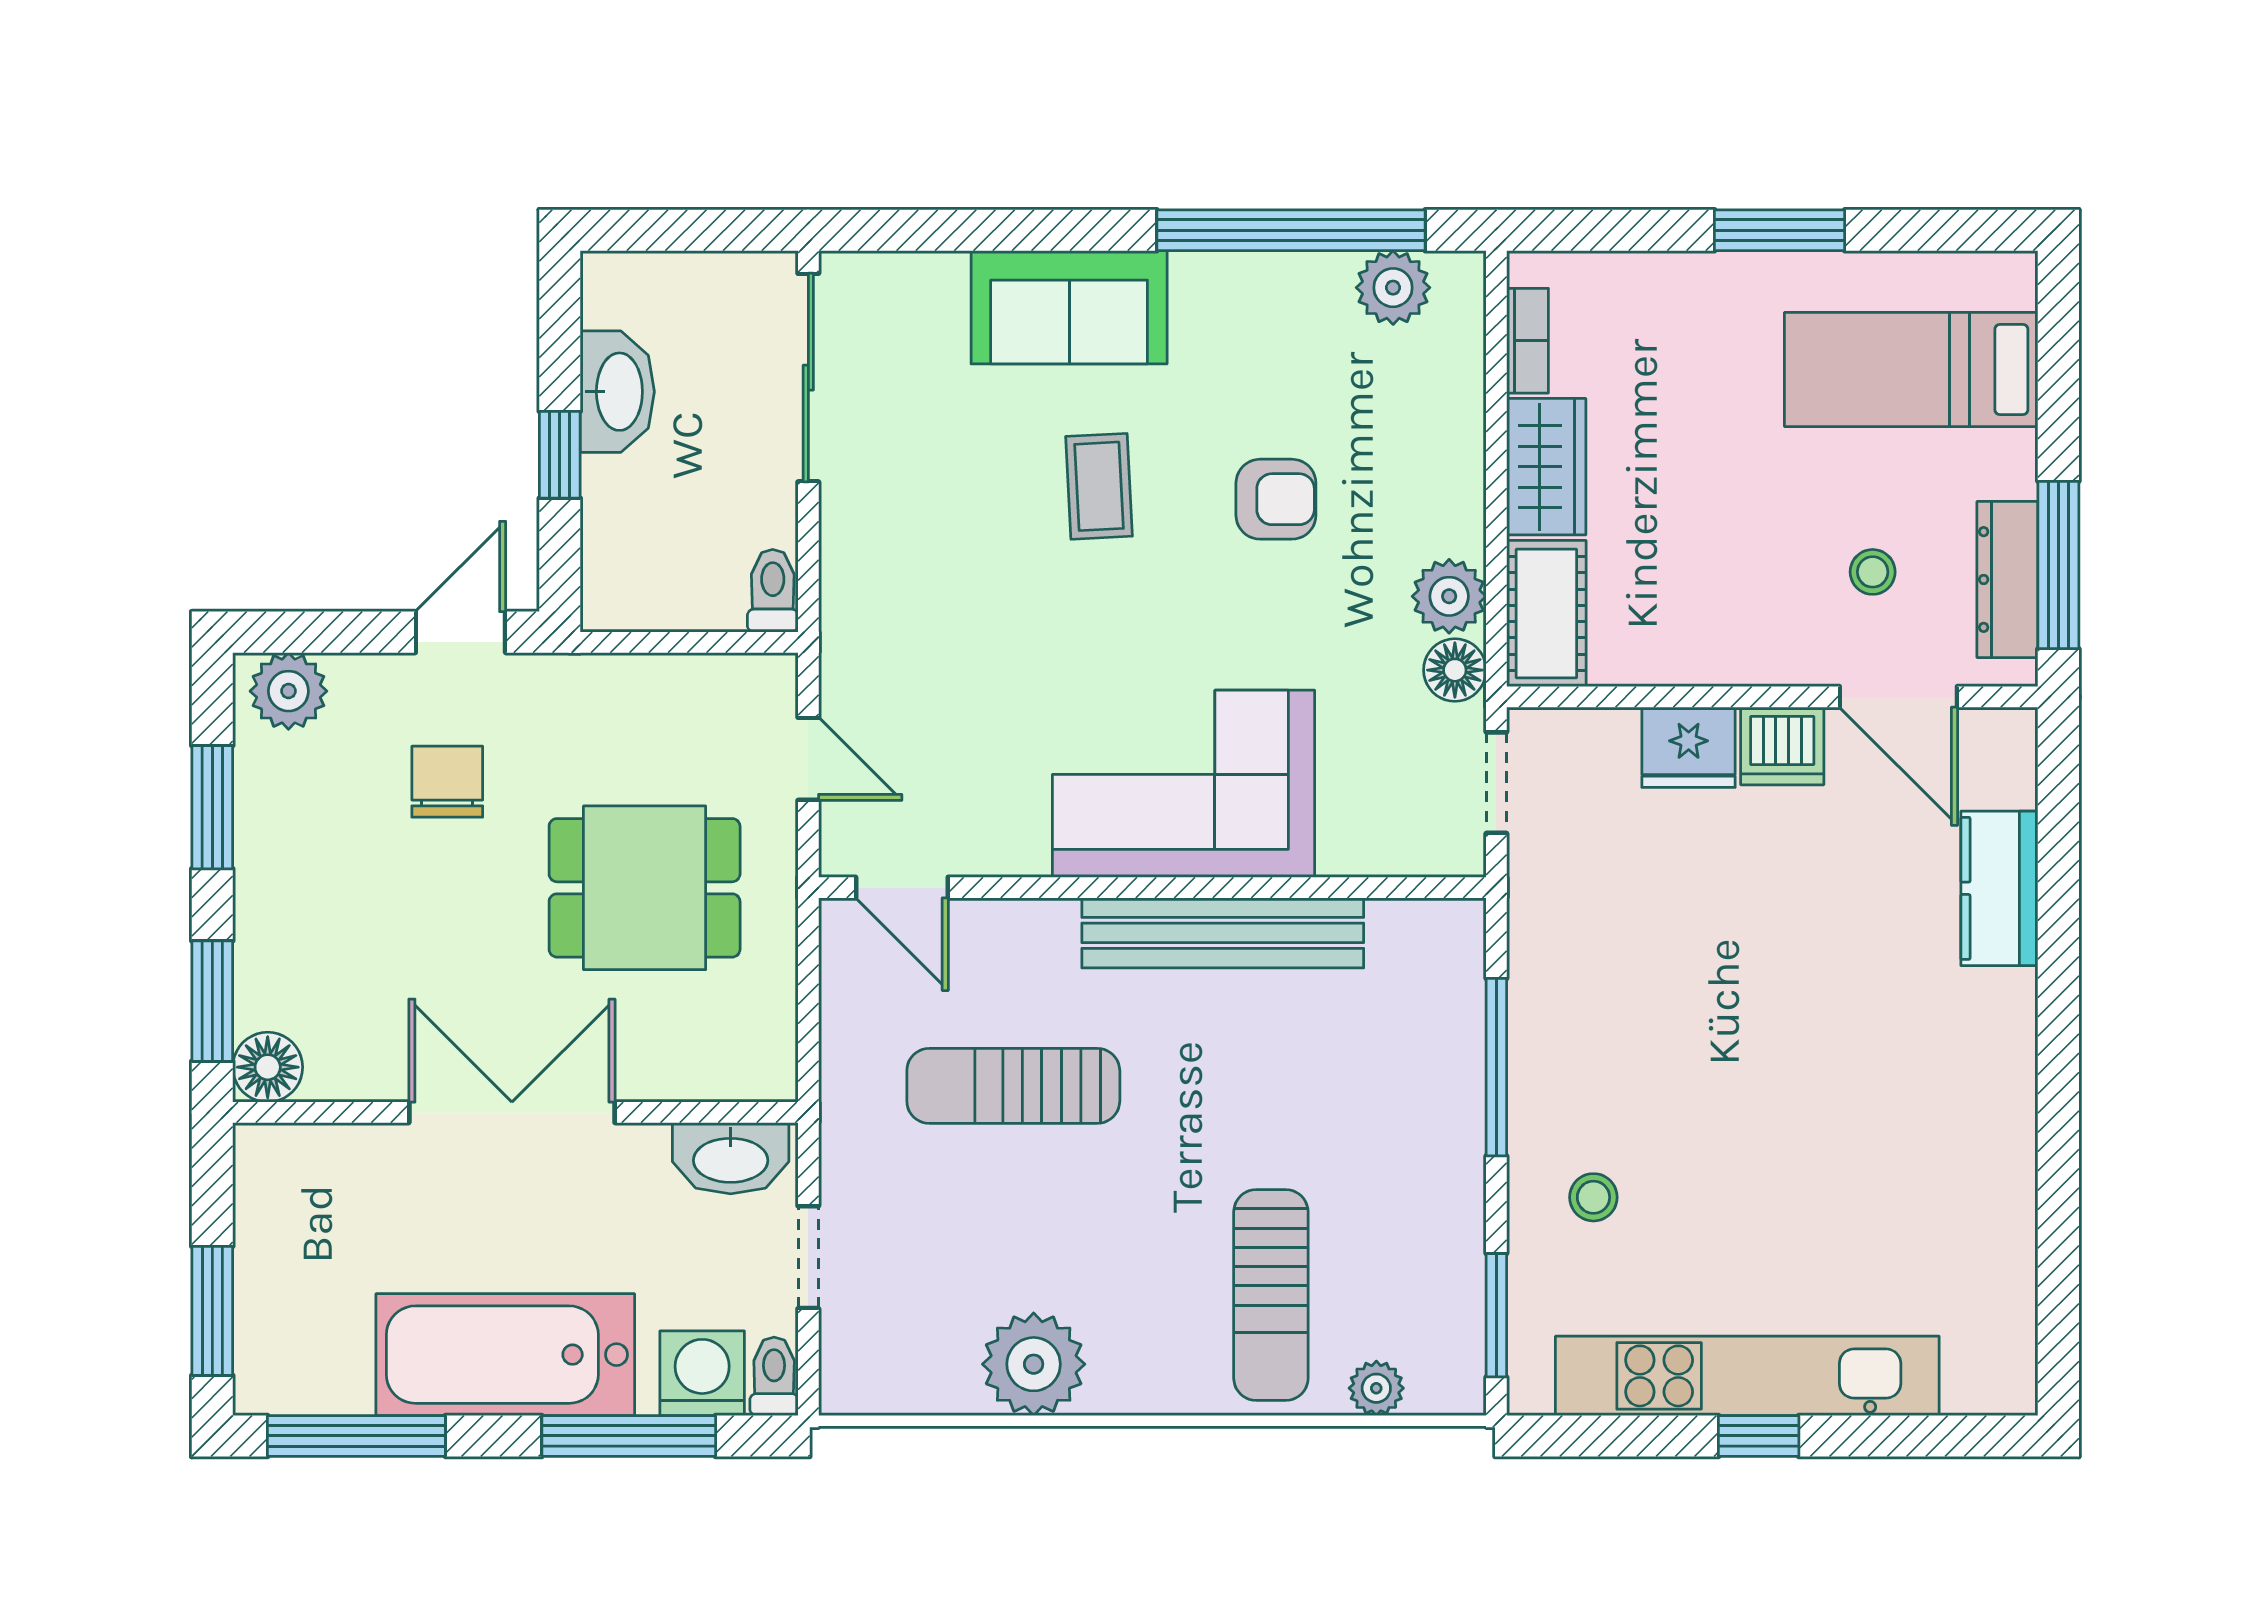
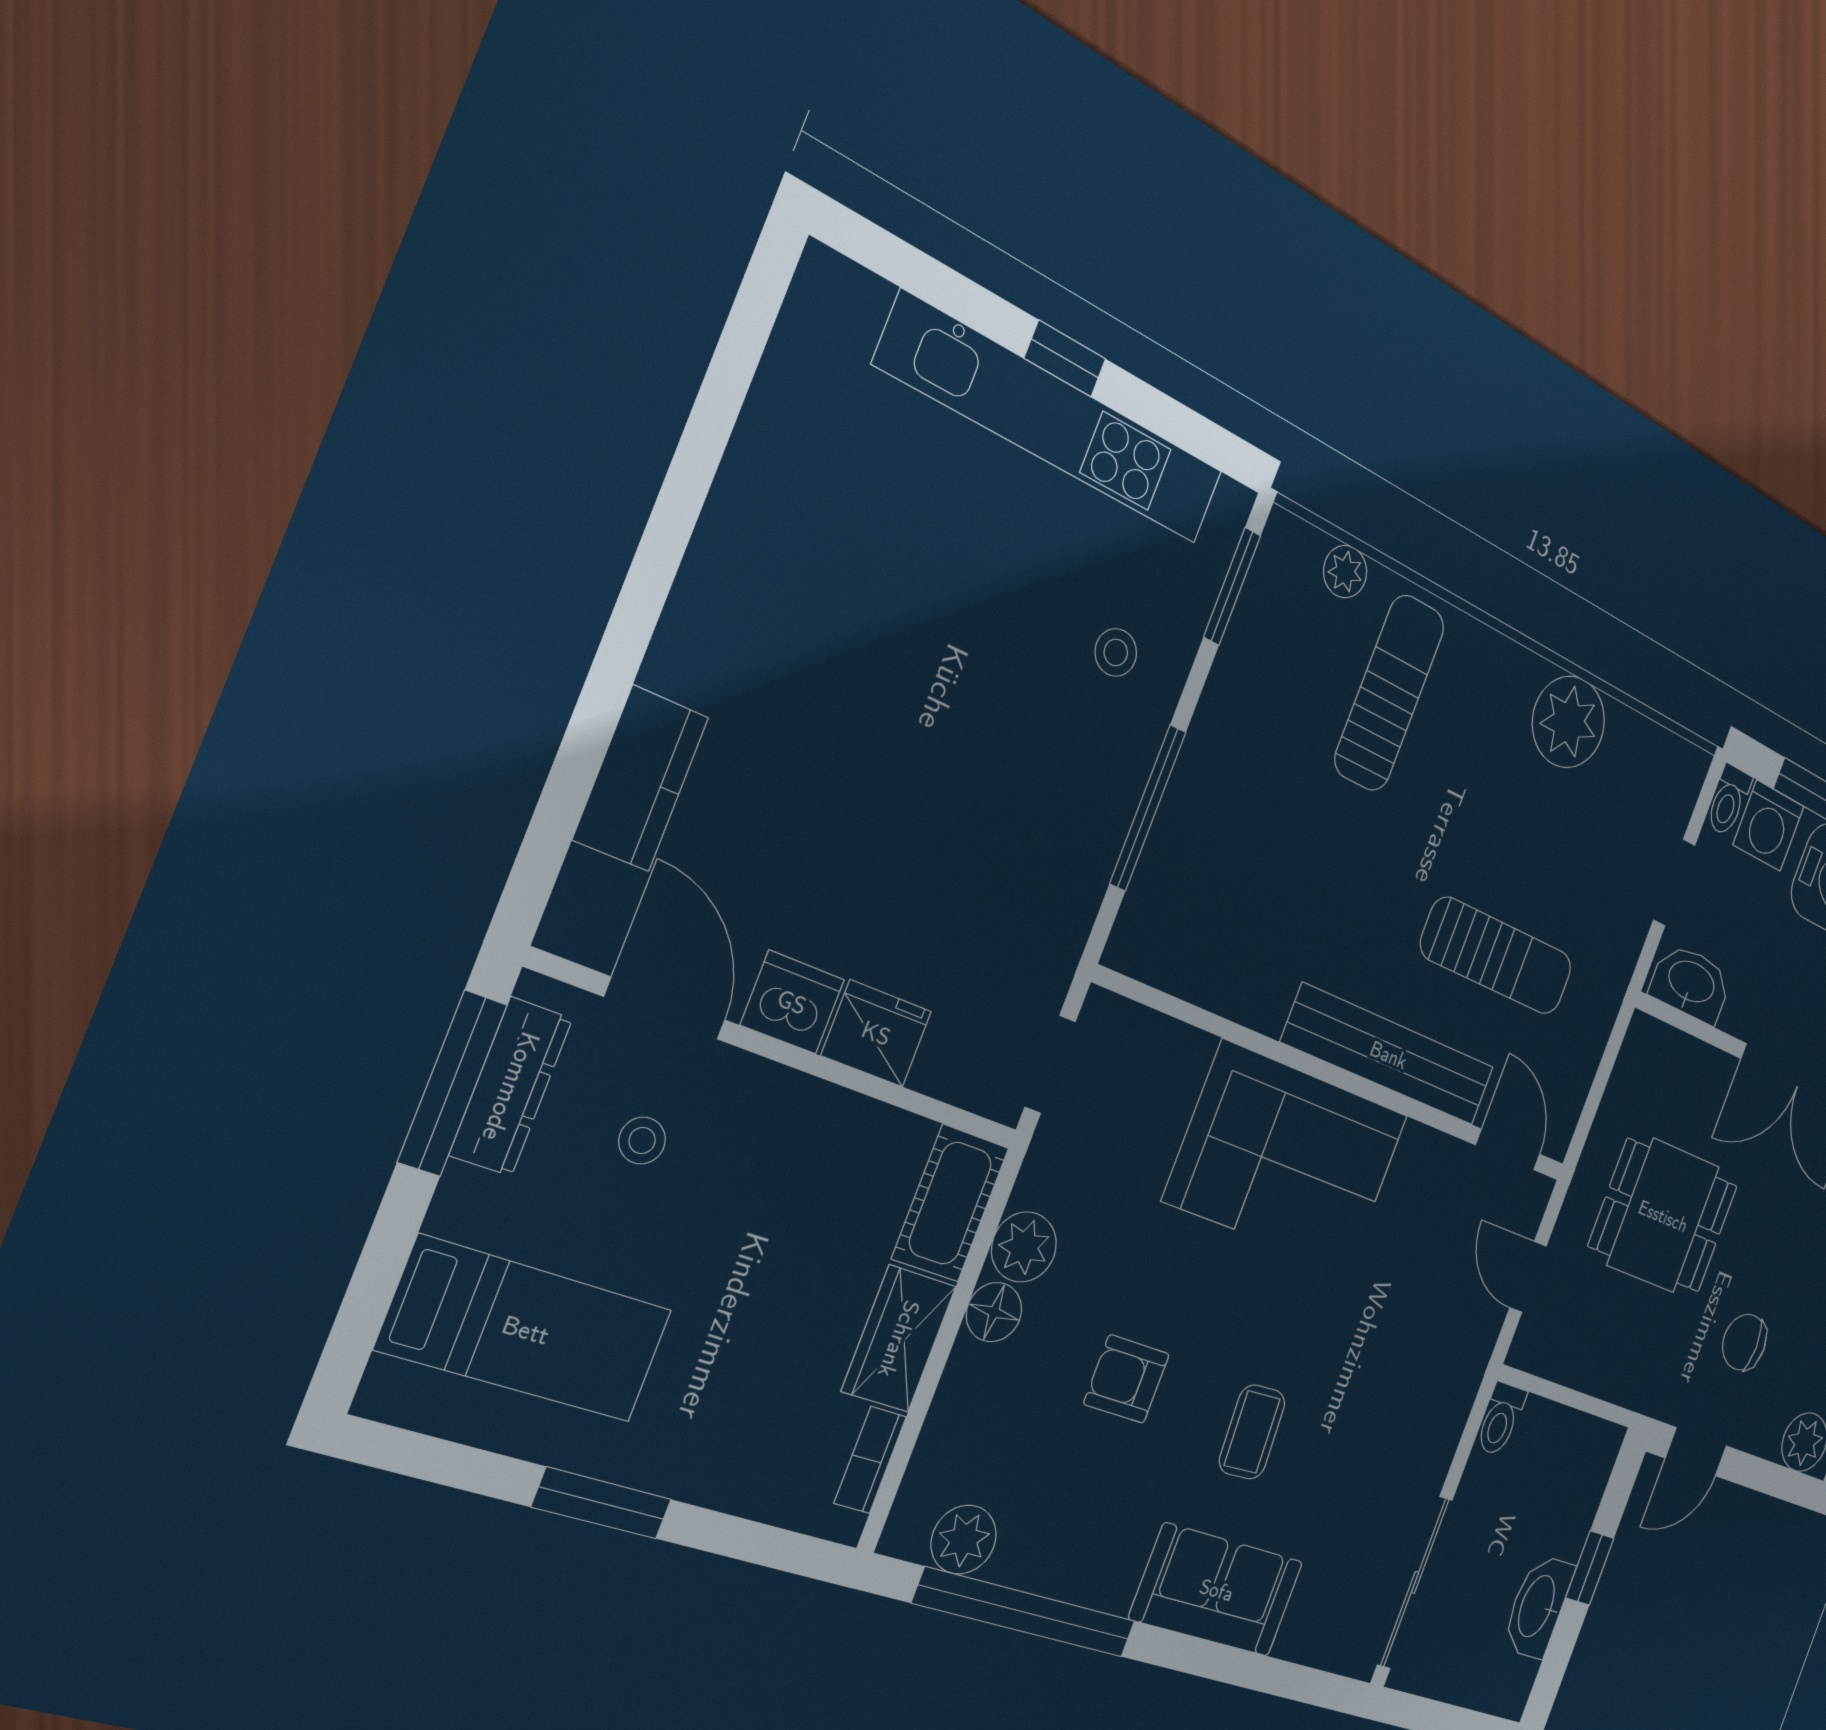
floor lamp: (1455, 670) -> (994, 1312), moved
chair: (447, 782) -> (1744, 1342), turned 90
bench: (1223, 933) -> (1389, 1055), moved

